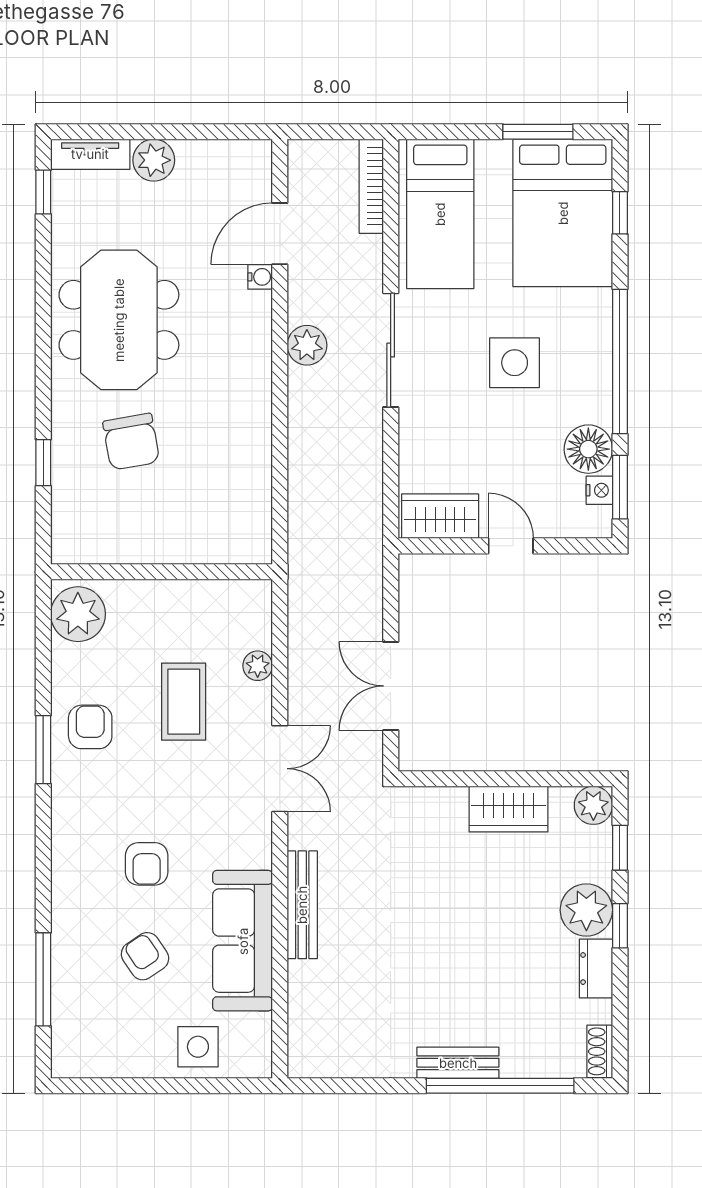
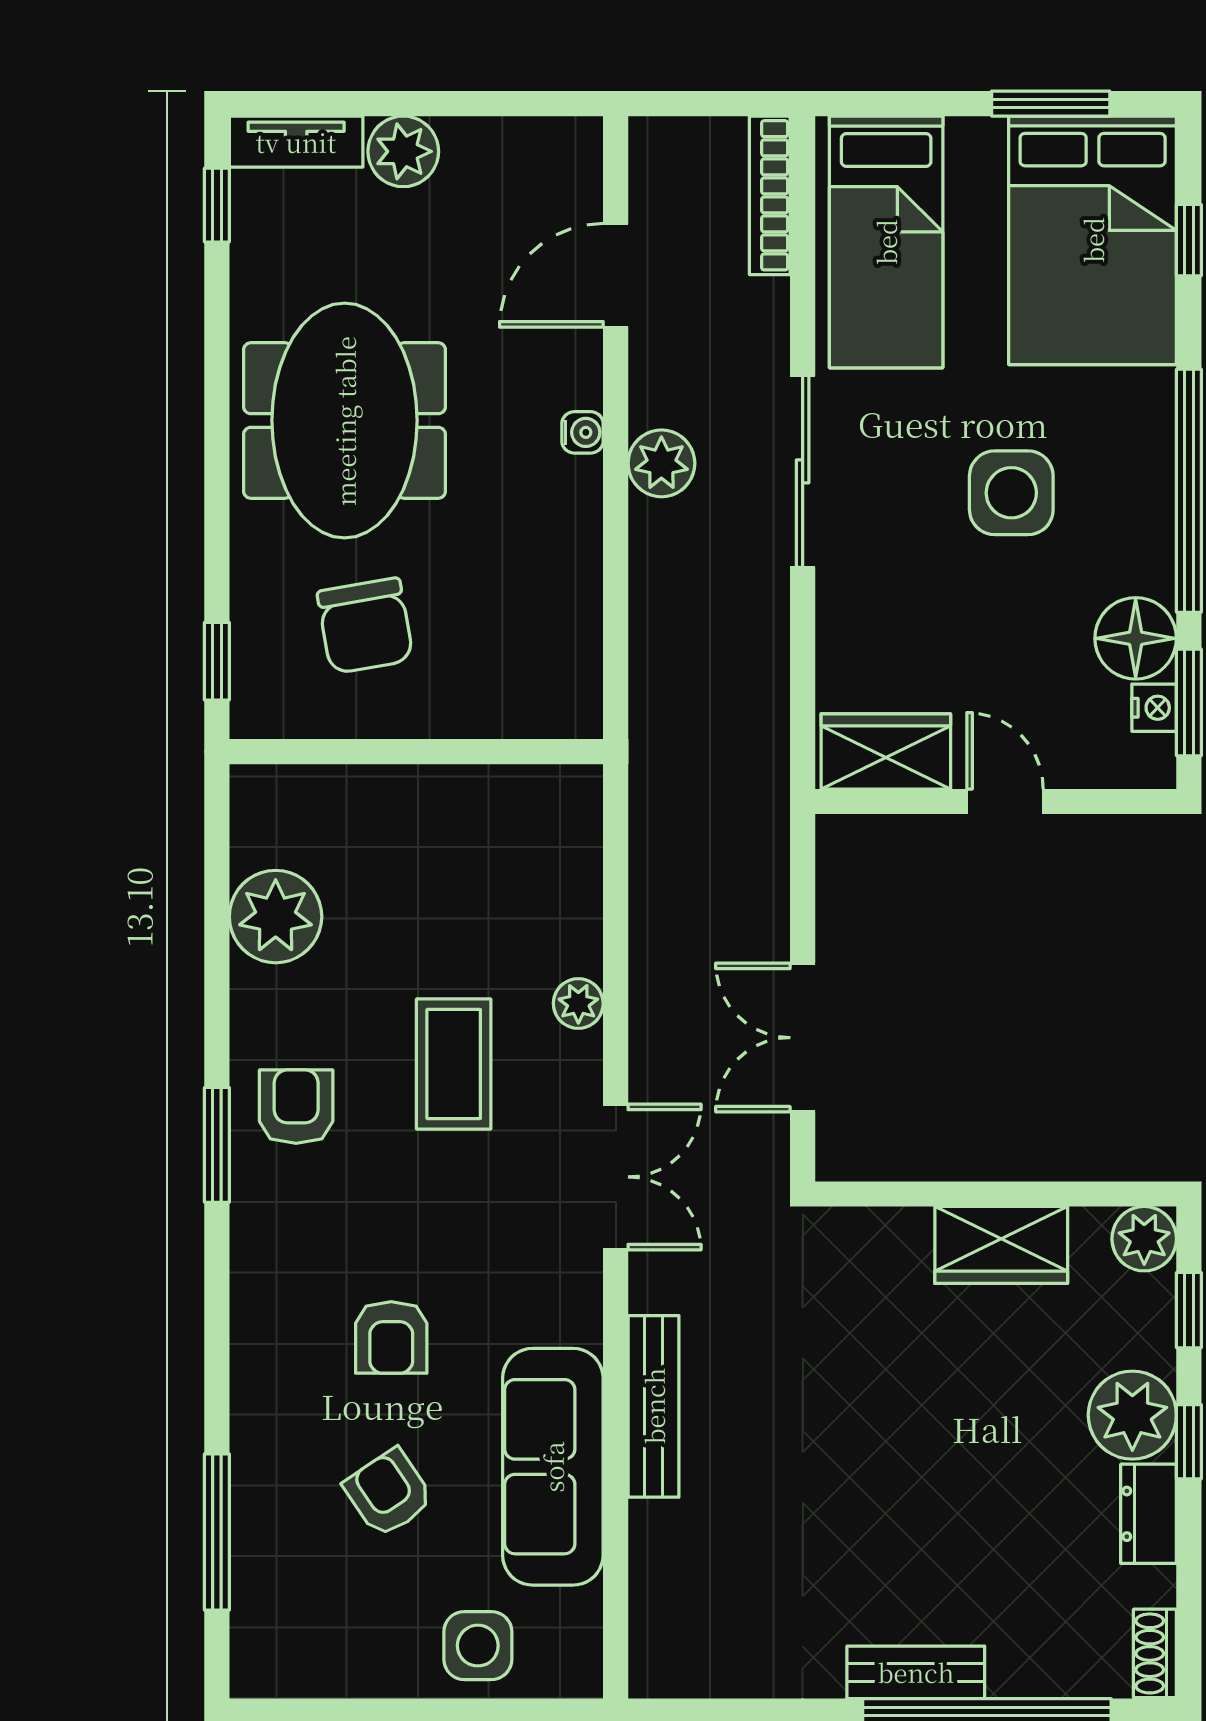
water cooler: (260, 277) -> (582, 432), moved
wall: (161, 572) -> (416, 752), moved

